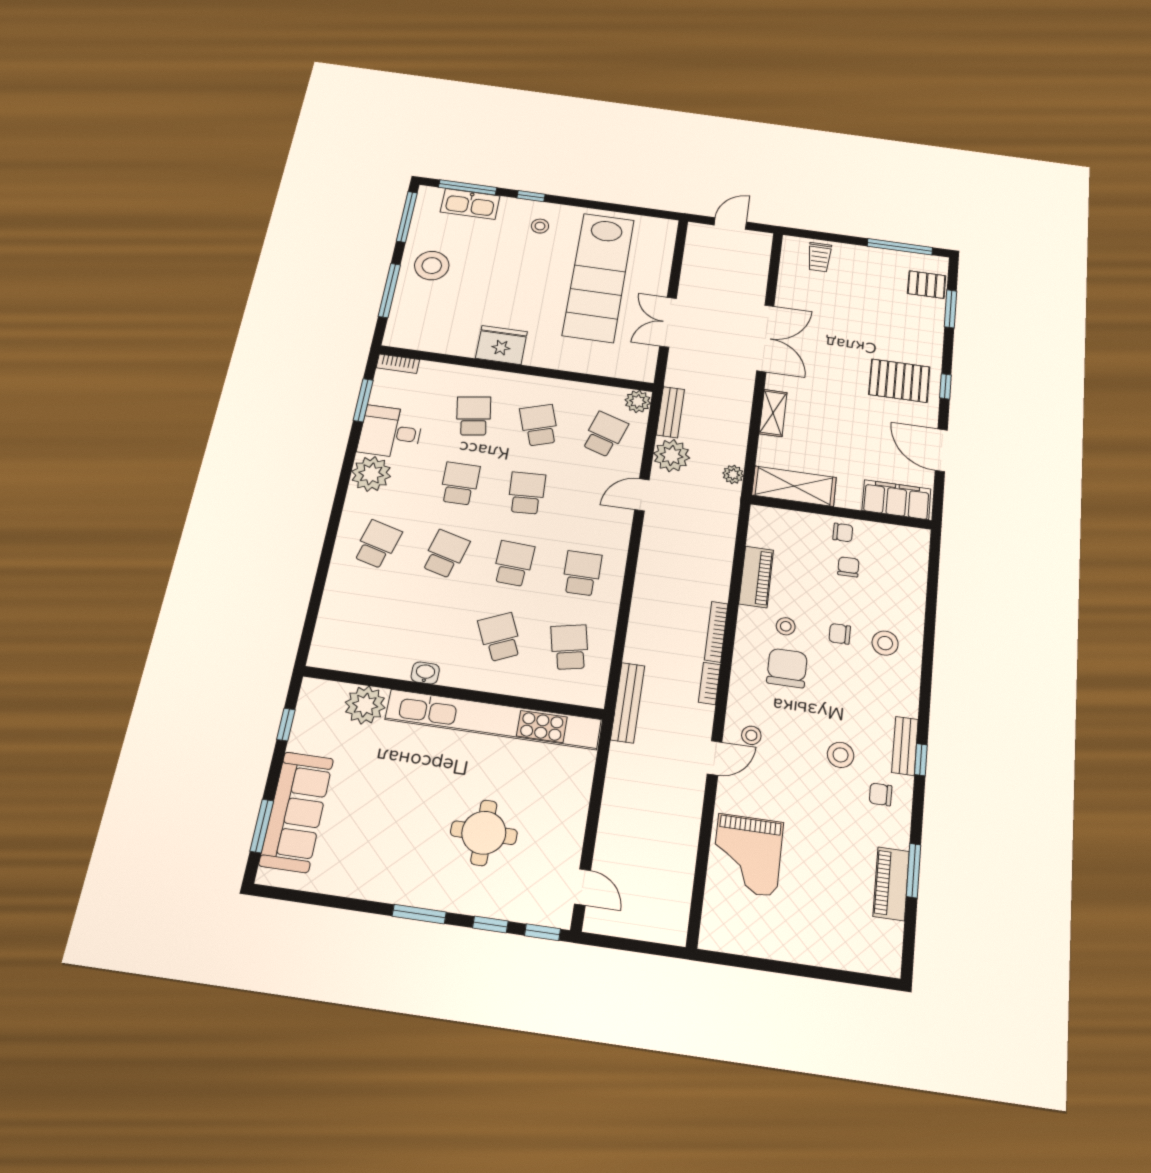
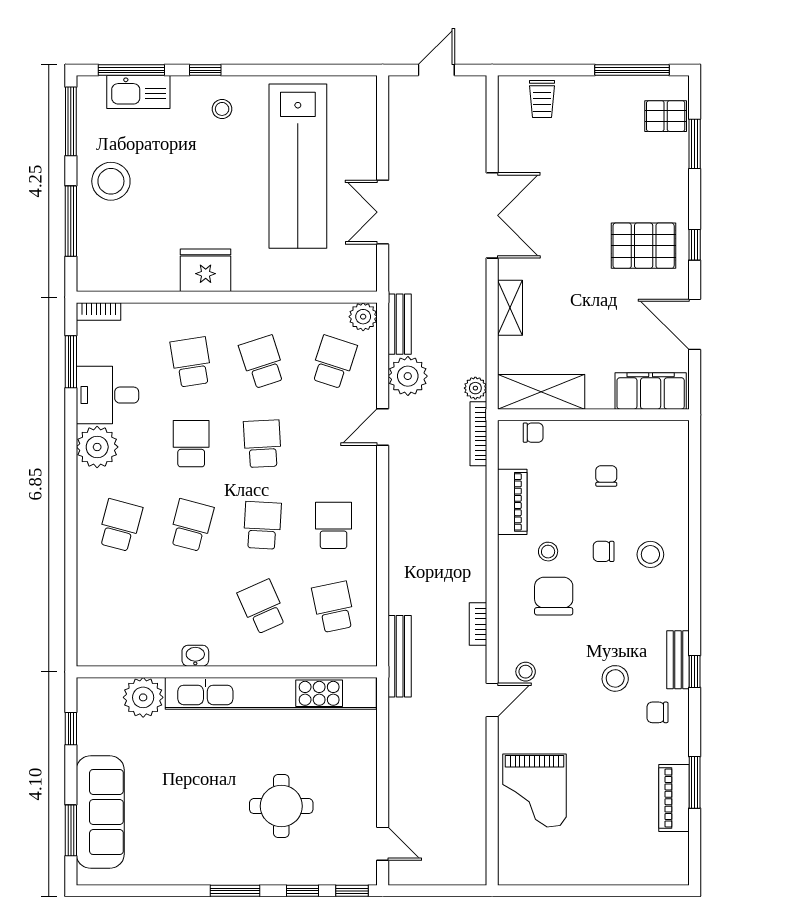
chair: (843, 532) -> (533, 433), moved
bookcase: (716, 632) -> (478, 434), moved

